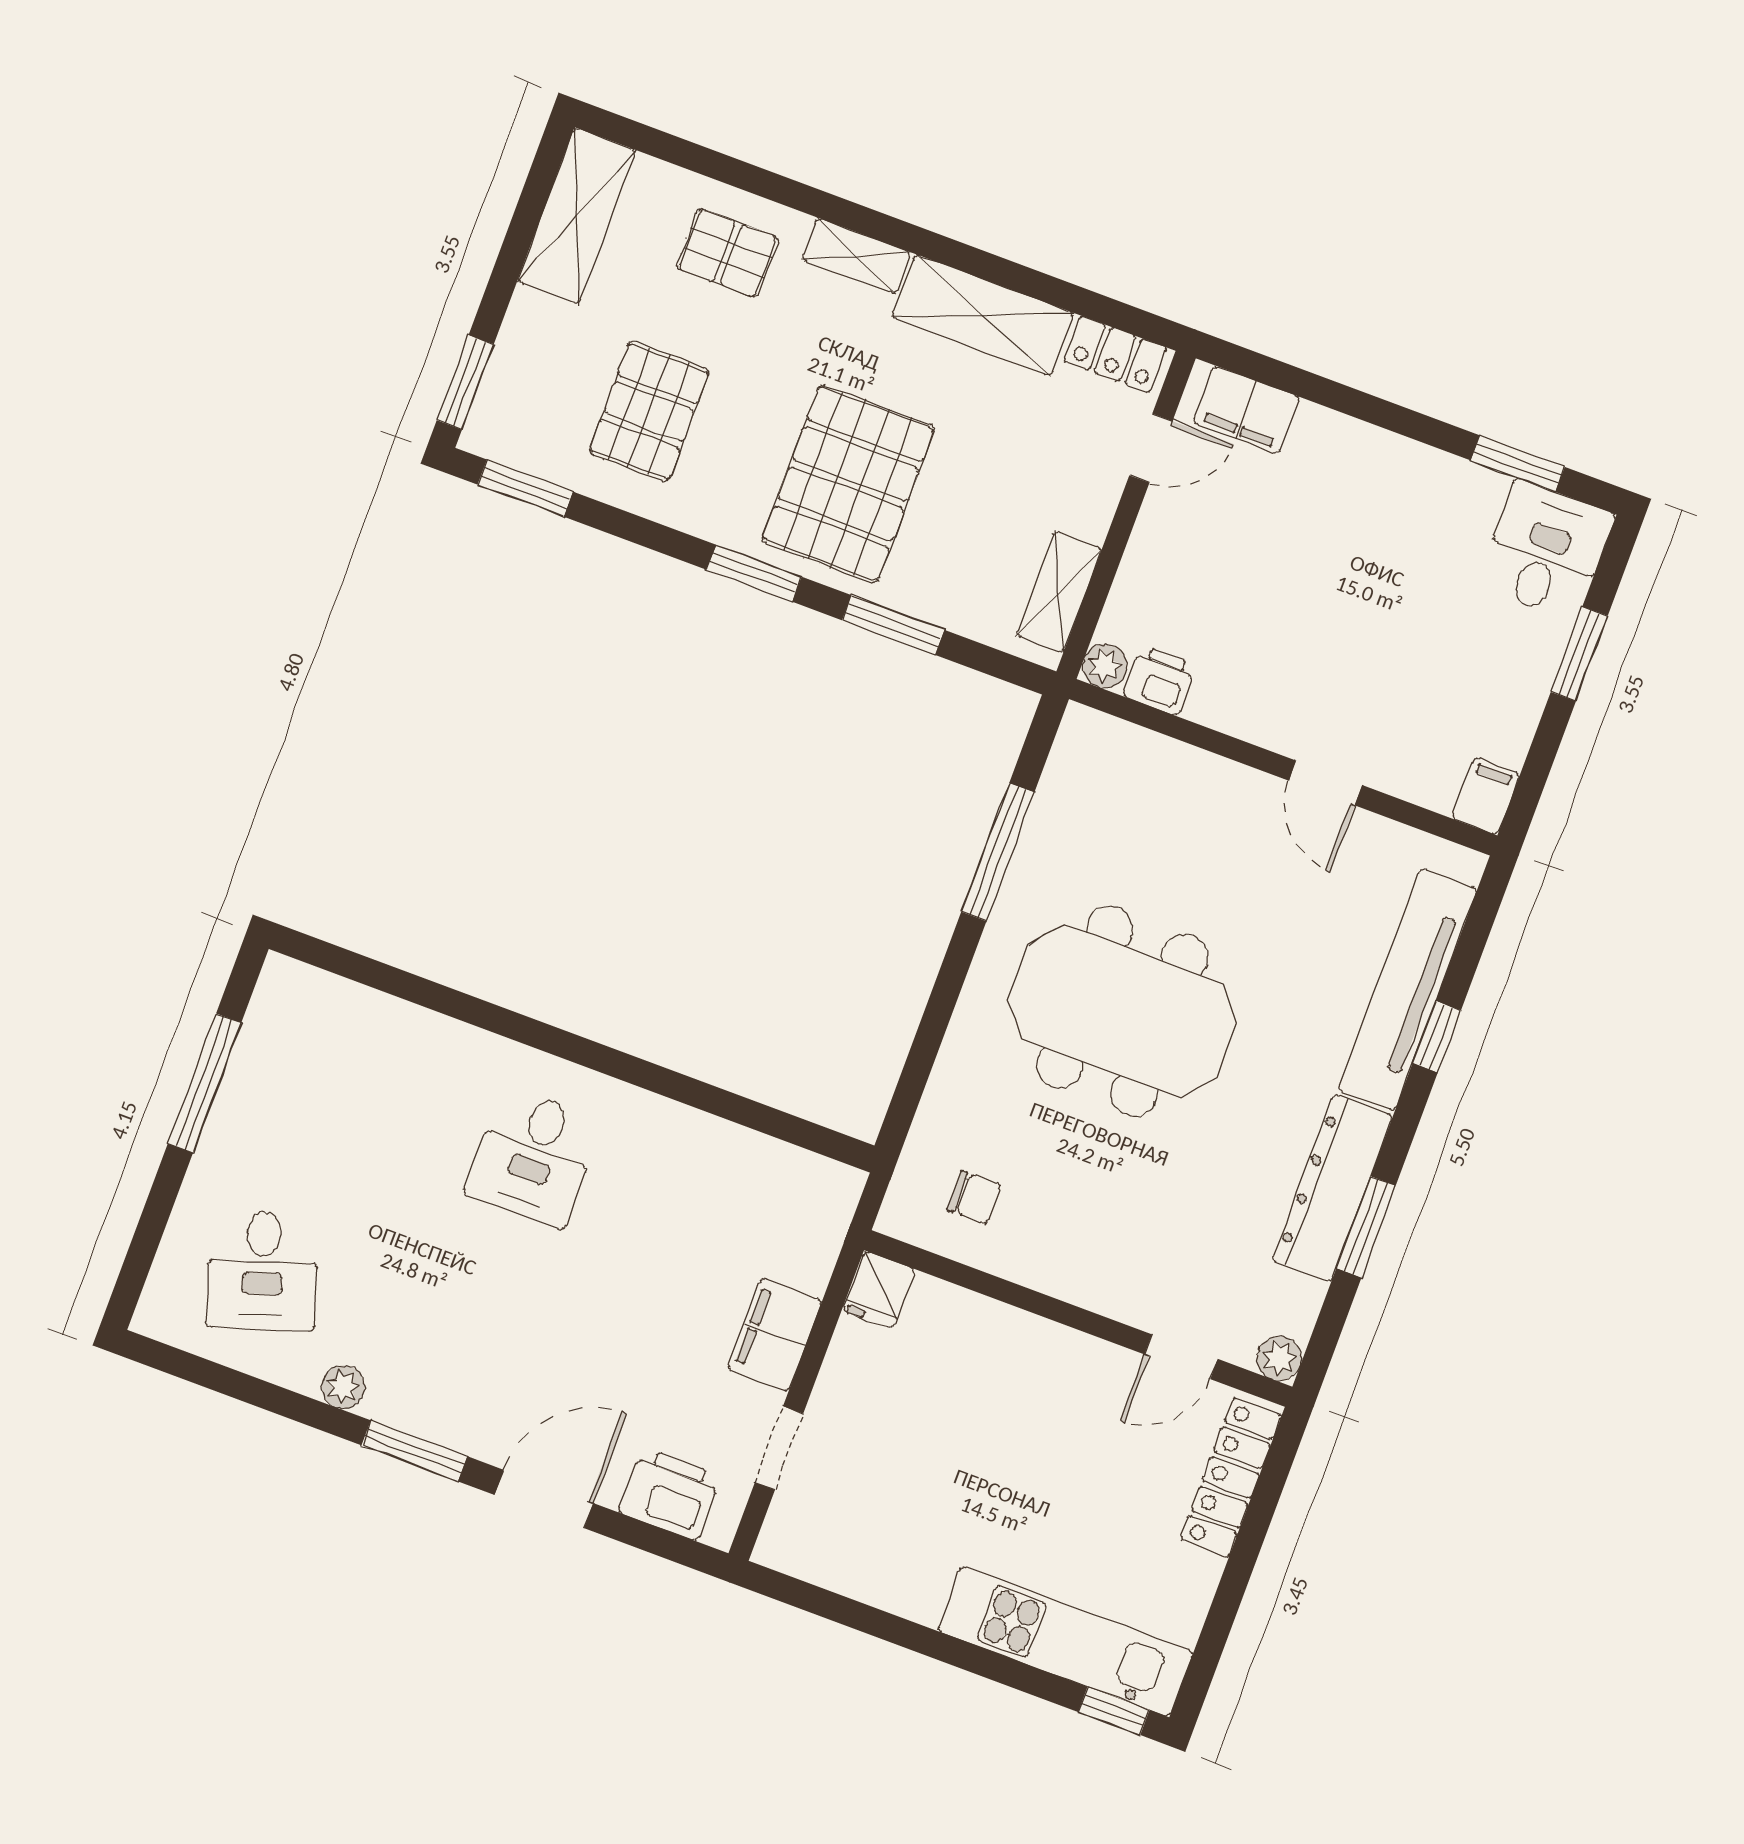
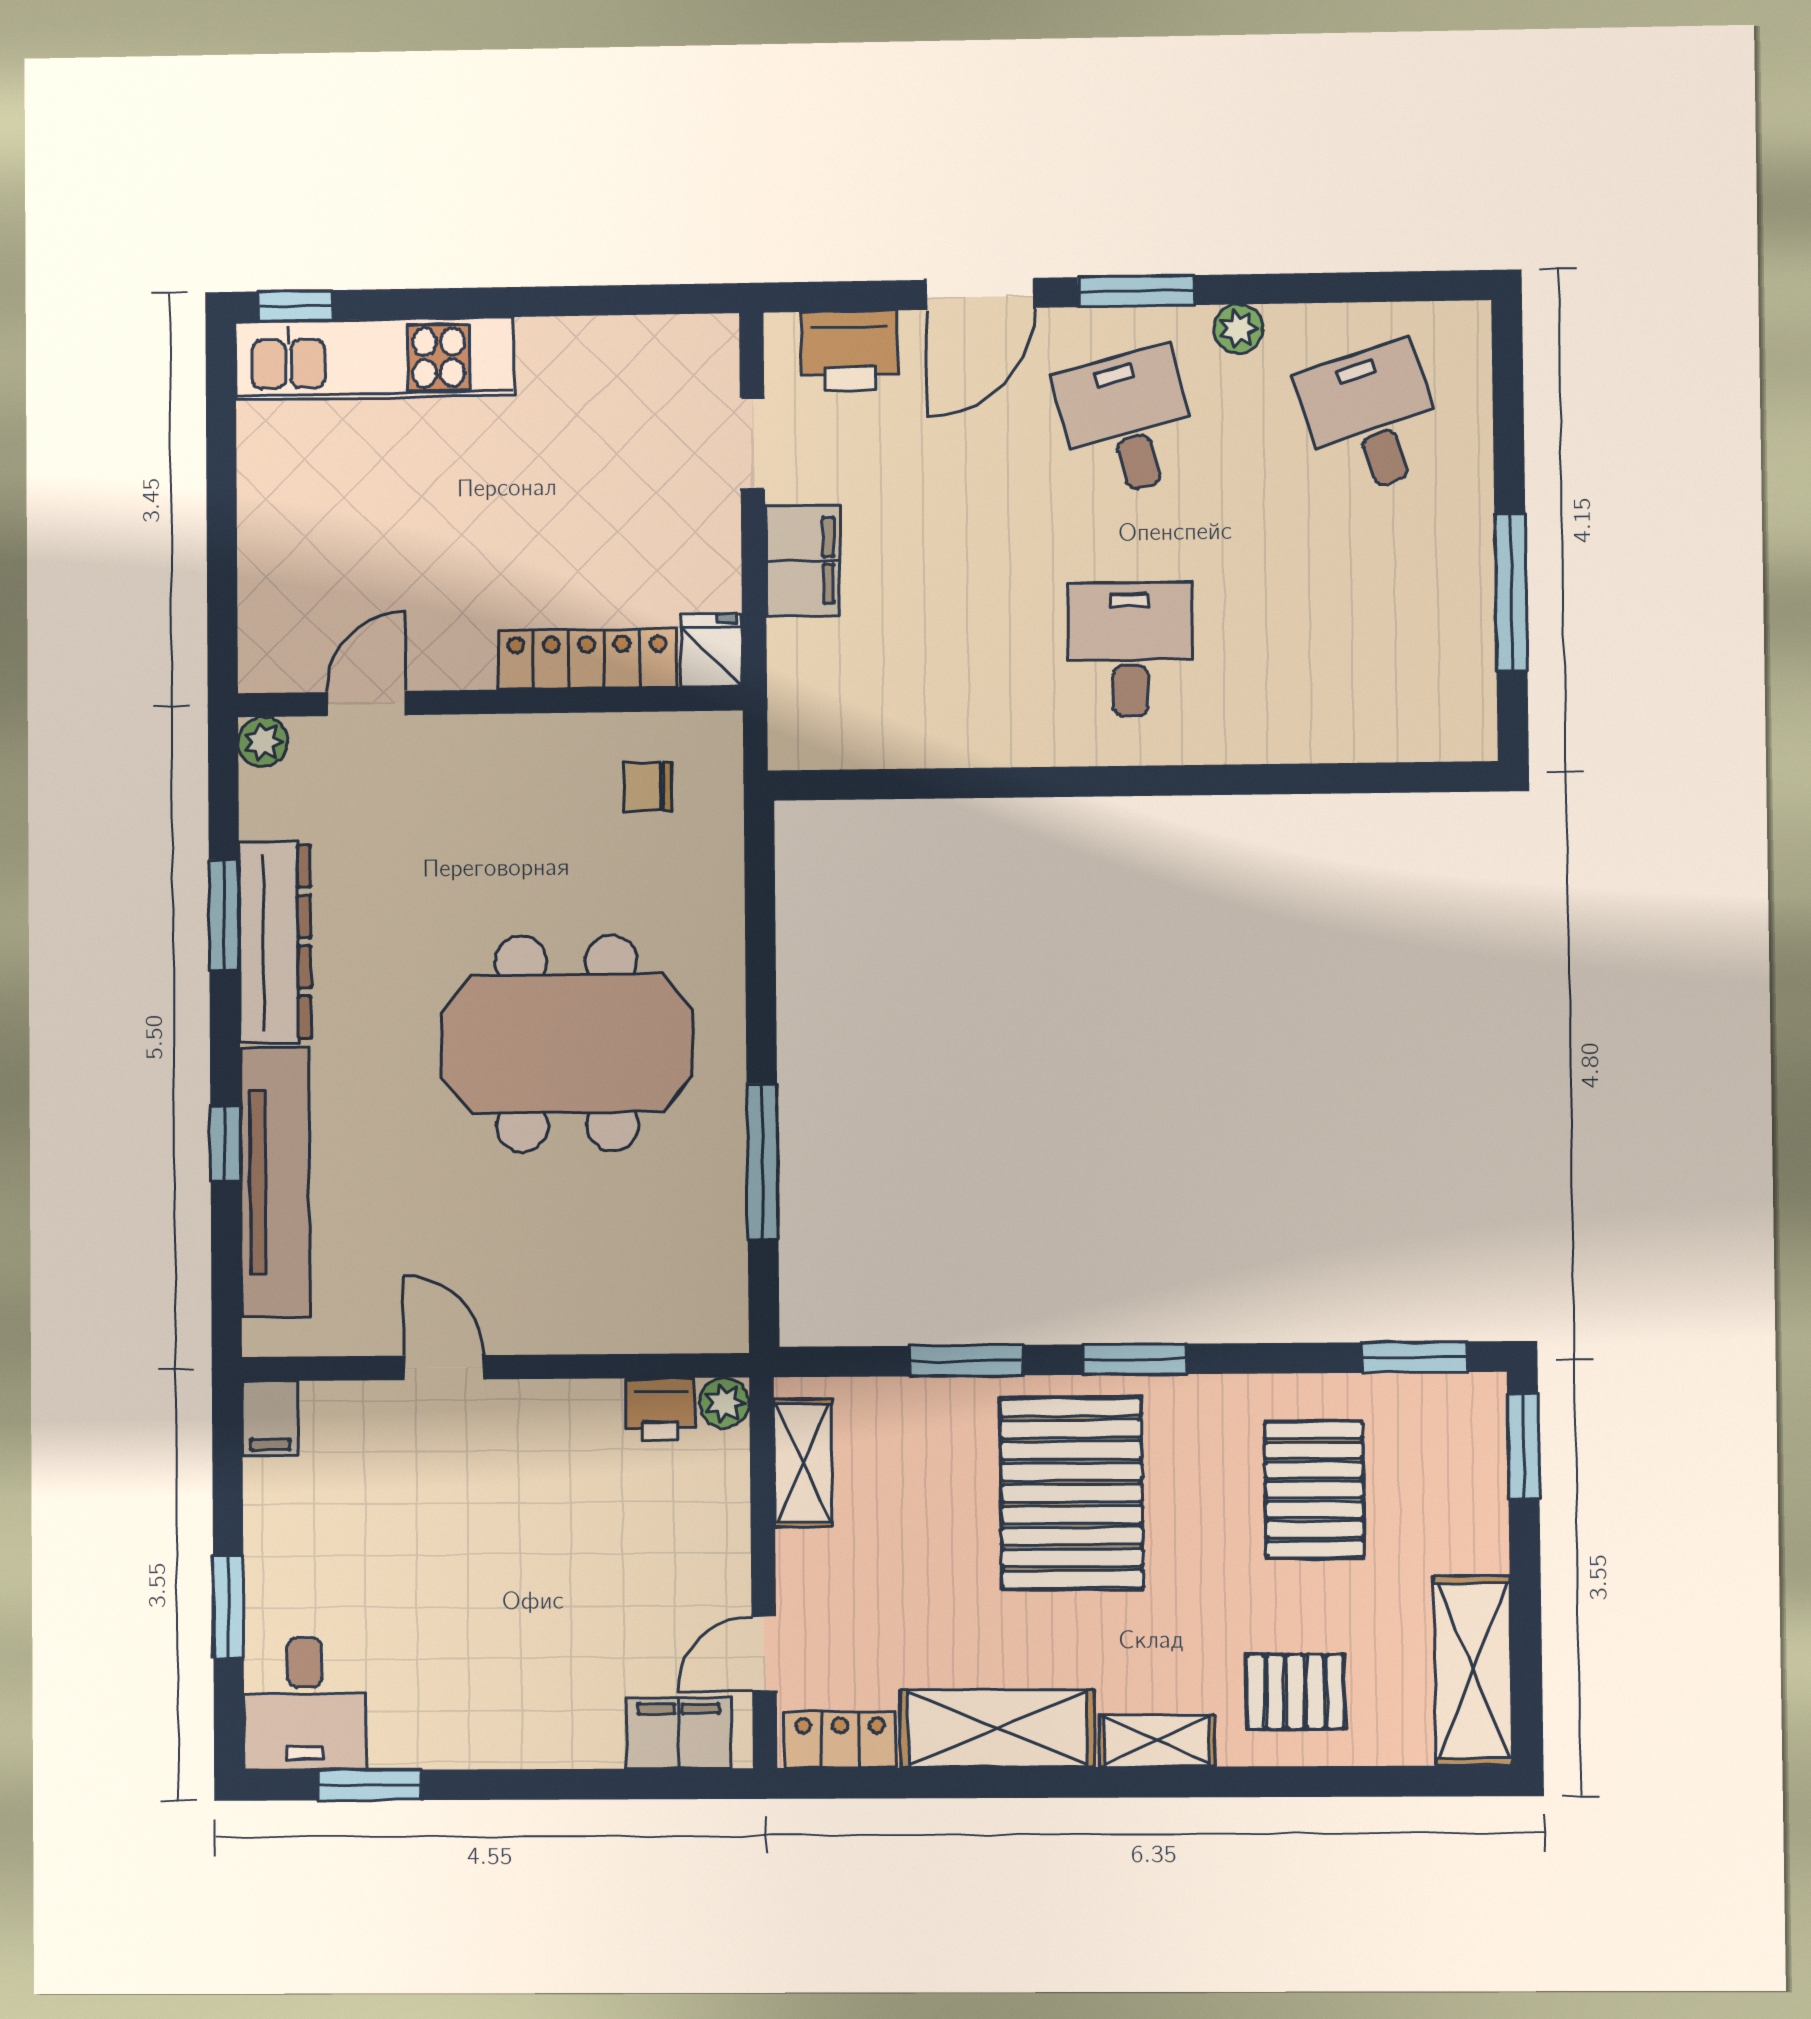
desk: (464, 1345) -> (1127, 422), added
locker: (1231, 1477) -> (587, 659), moved, turned -90

